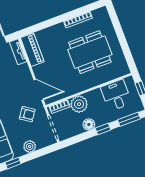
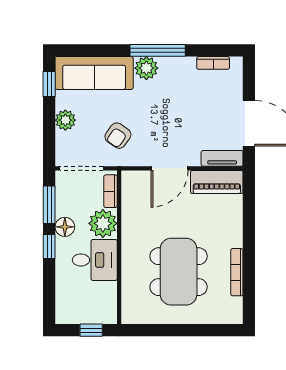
door: (39, 90) -> (170, 168), moved
desk: (116, 95) -> (95, 260), moved
window: (129, 119) -> (49, 205), moved

